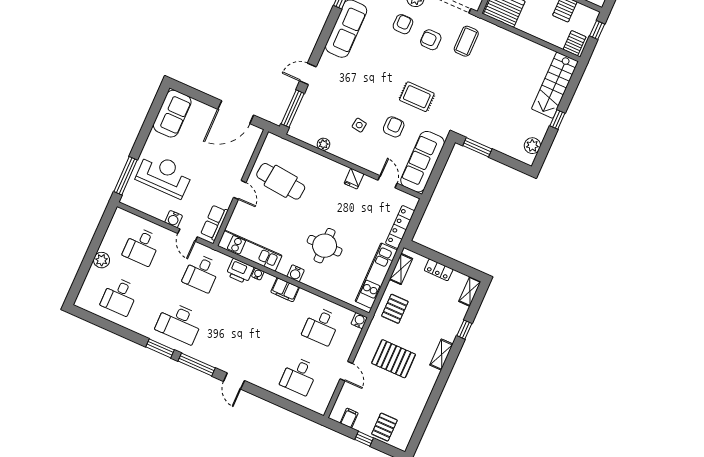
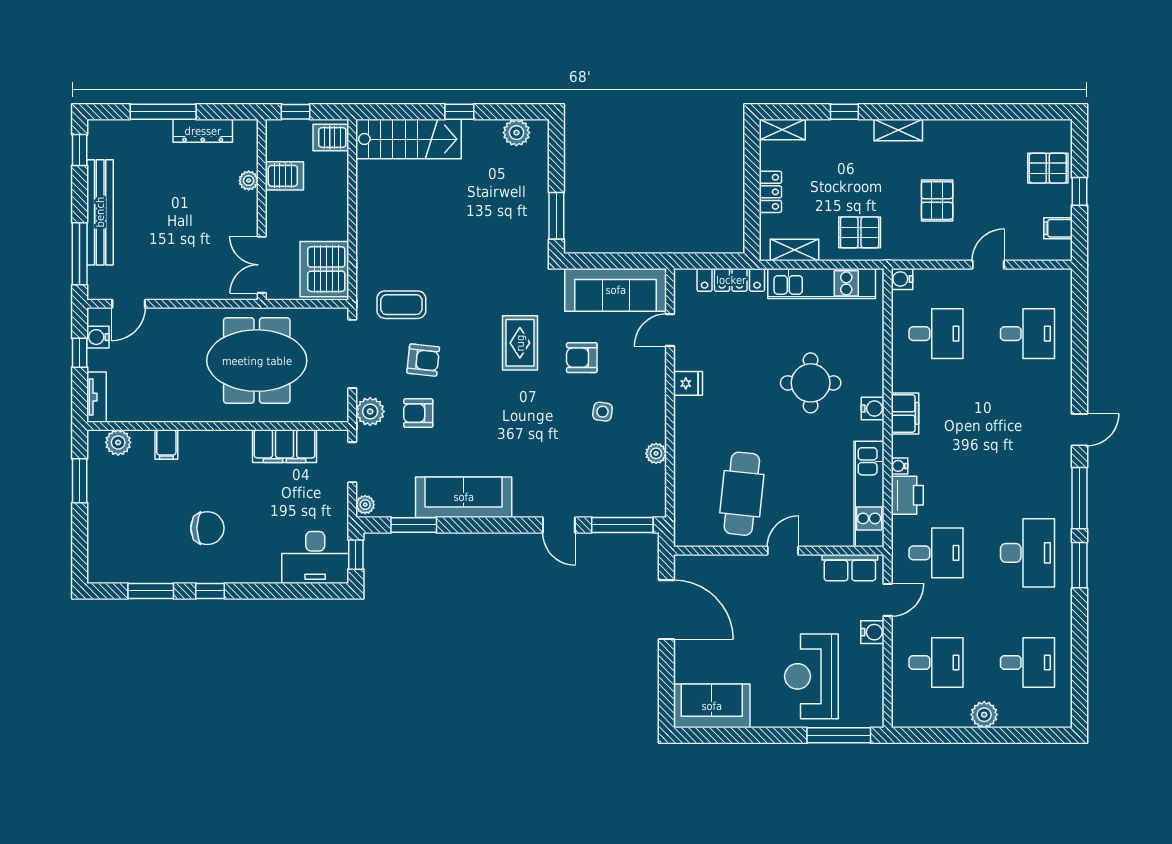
armchair: (431, 40) -> (423, 360), turned -84
pallet: (394, 359) -> (937, 201), width x0.67, depth x0.71

